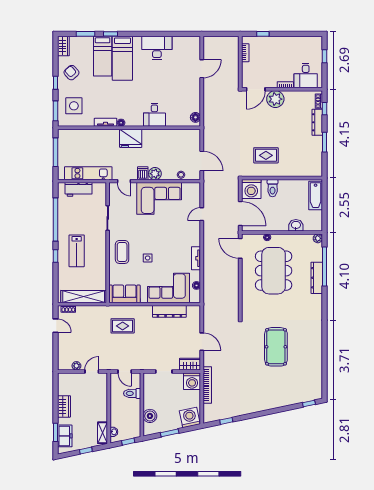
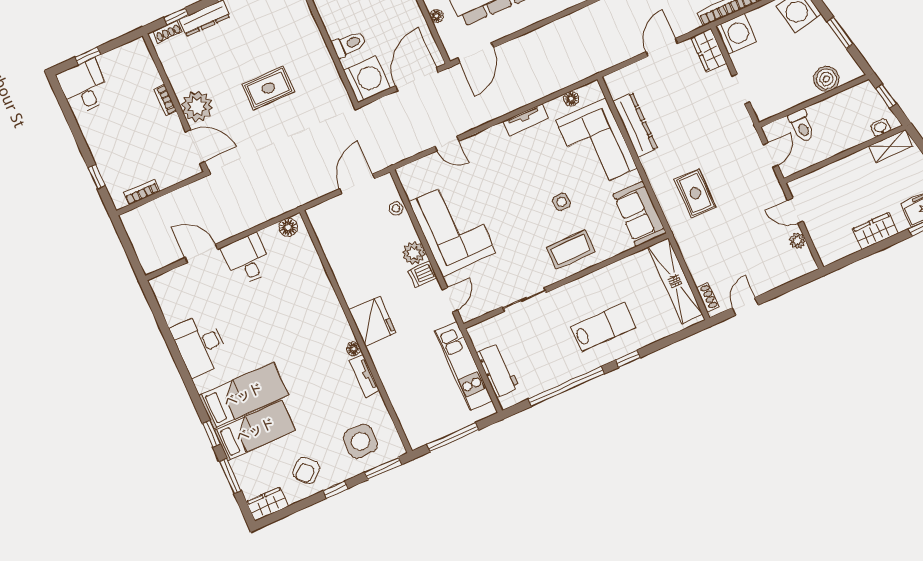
desk: (306, 76) -> (84, 87), moved, turned -90
desk: (154, 115) -> (247, 259), moved, turned -90
rug: (266, 155) -> (268, 88), moved, turned 90

